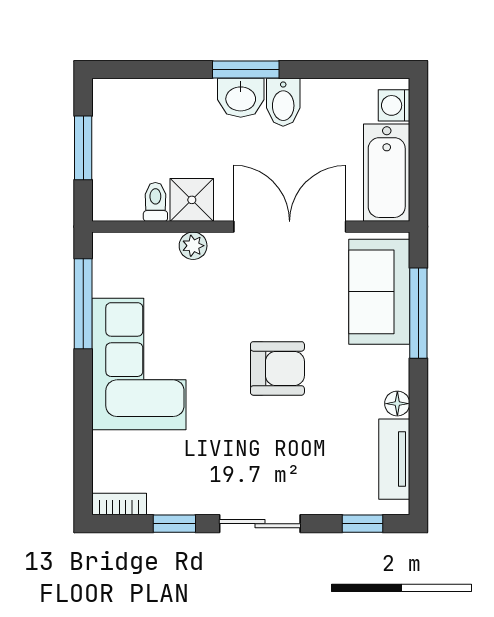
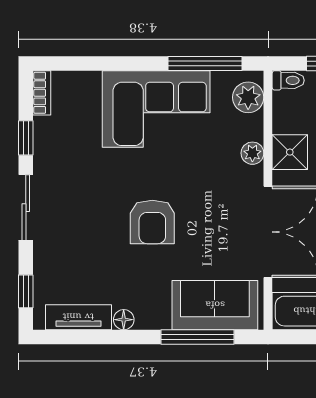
toilet: (155, 202) -> (288, 80), moved
plant: (125, 251) -> (248, 97), added

